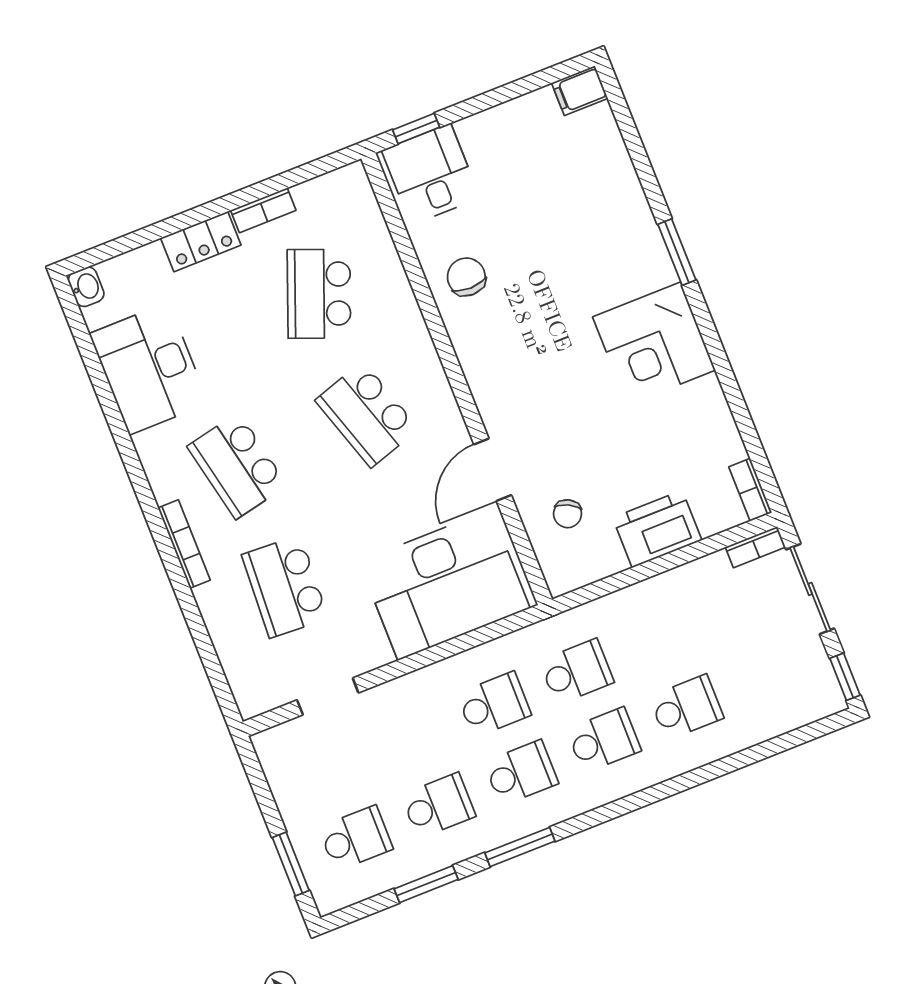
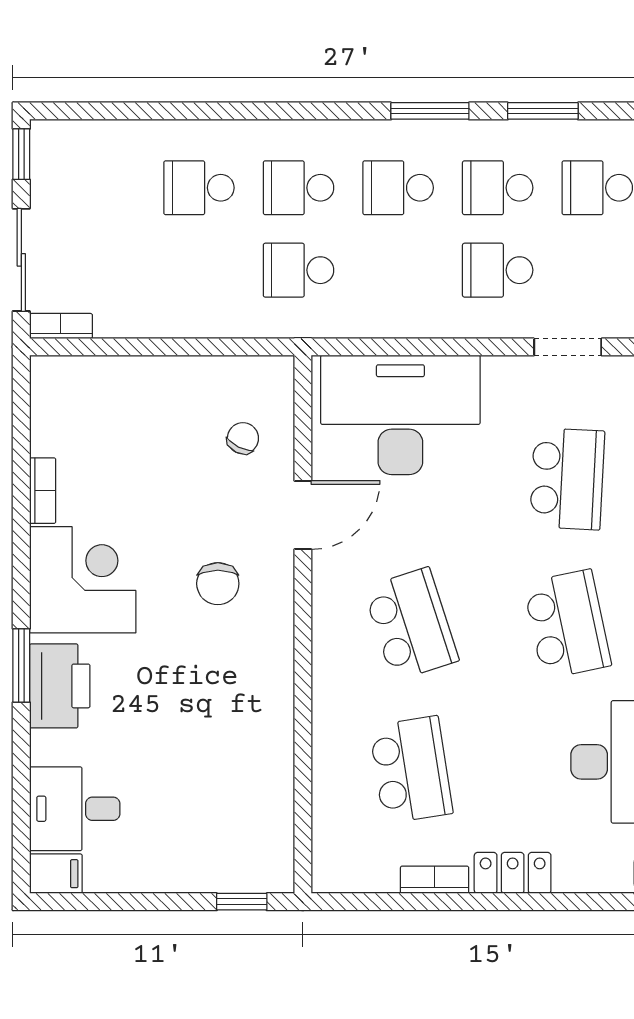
desk: (431, 174) -> (75, 809), moved, turned 90
chair: (466, 277) -> (218, 584), moved
school desk: (319, 294) -> (411, 770), turned -30
bookcase: (750, 490) -> (43, 491), moved
printer: (657, 529) -> (60, 686), moved, turned -90
school desk: (494, 704) -> (498, 270), moved

